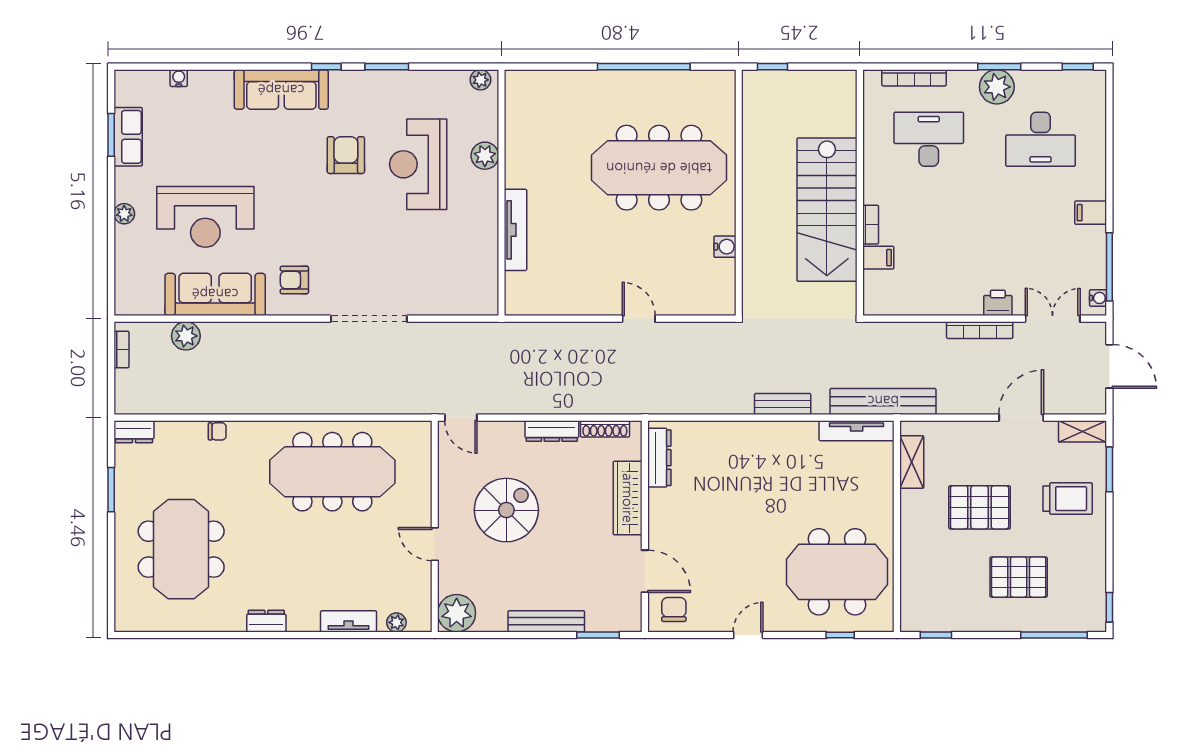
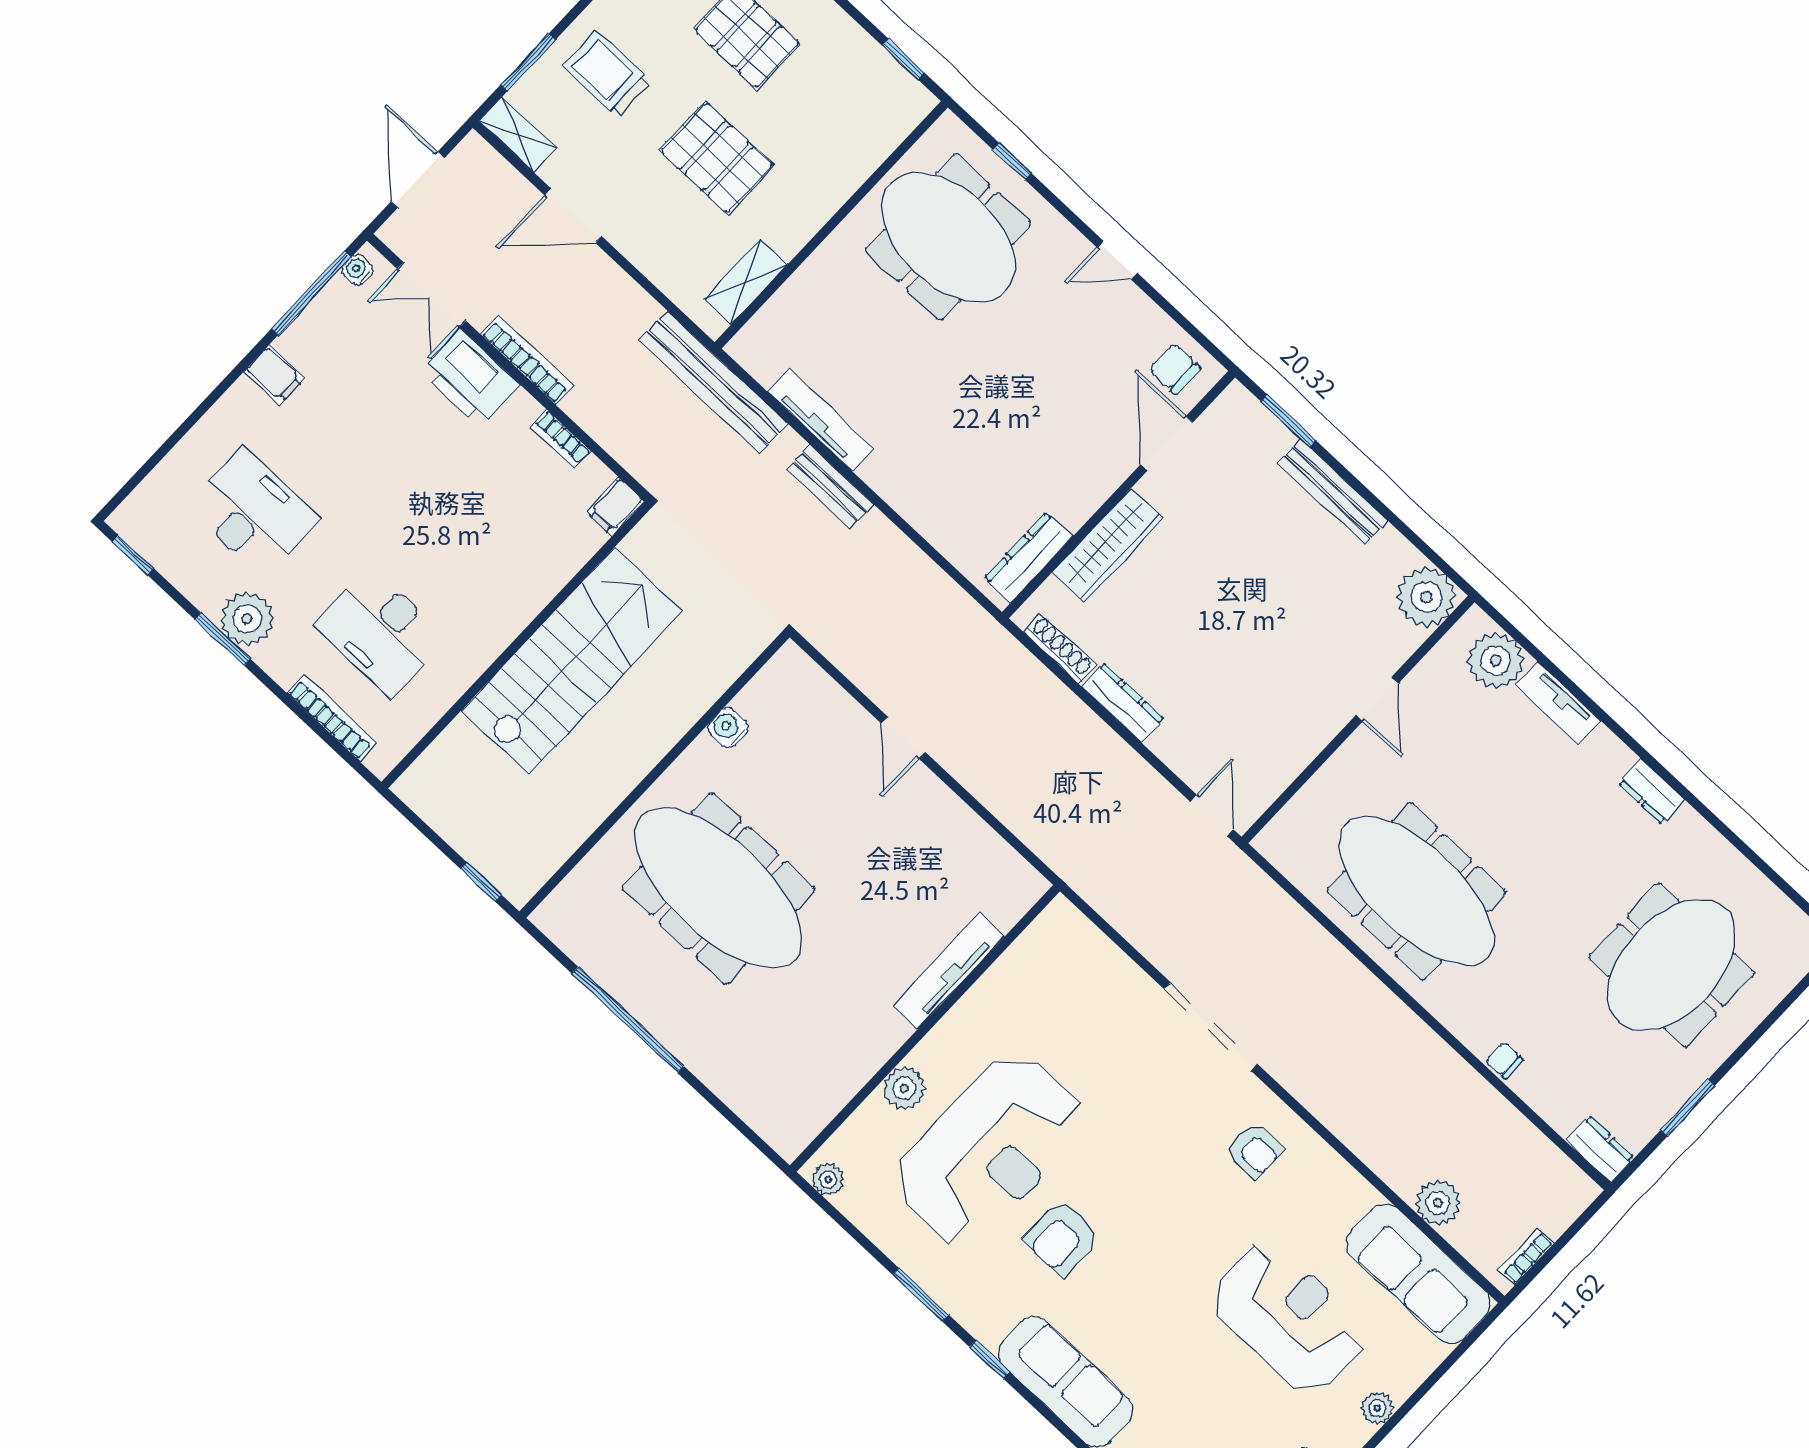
reception desk: (418, 164) -> (989, 1150), width x1.36, depth x1.30
bookcase: (871, 225) -> (561, 439), moved, turned -90
filing cabinet: (878, 258) -> (615, 507), moved, turned -90
sofa: (215, 294) -> (1418, 1273), moved
printer: (998, 303) -> (470, 378), width x1.87, depth x1.48
tv unit: (857, 431) -> (821, 420), moved
spiral stairs: (506, 510) -> (1259, 661), removed
chair: (674, 609) -> (1175, 369), turned 90
plant: (396, 622) -> (1496, 661), width x1.88, depth x1.88

